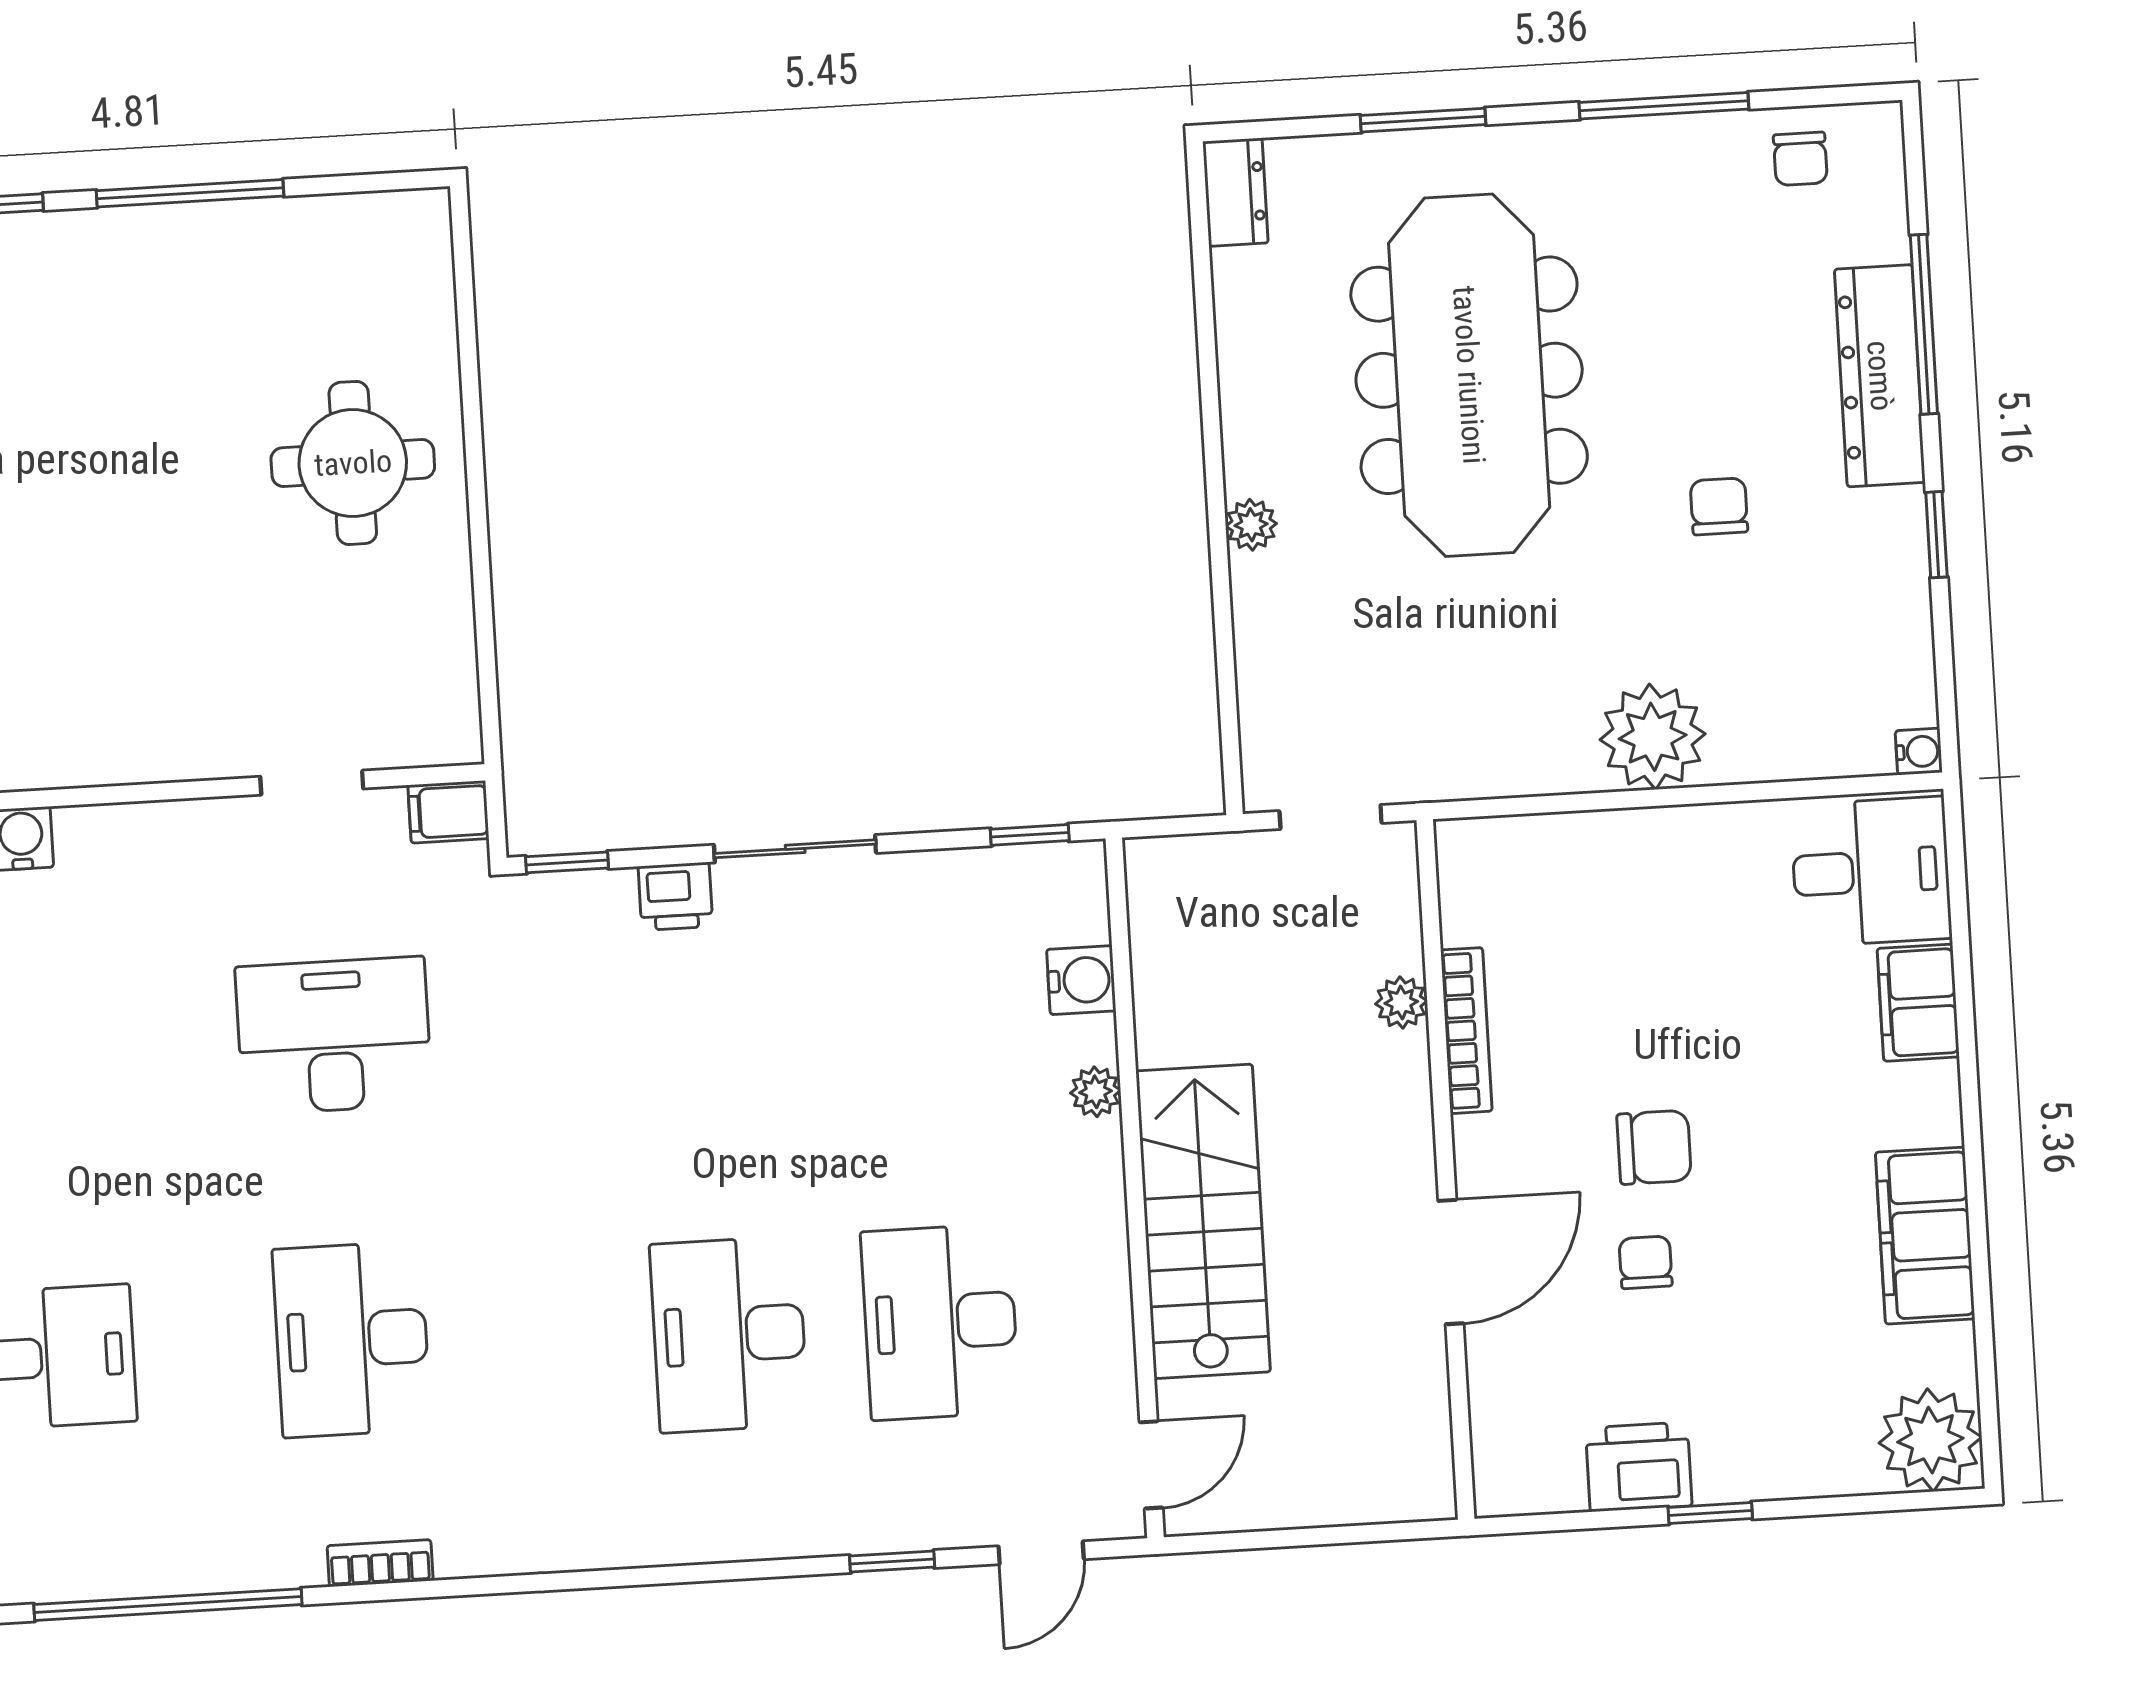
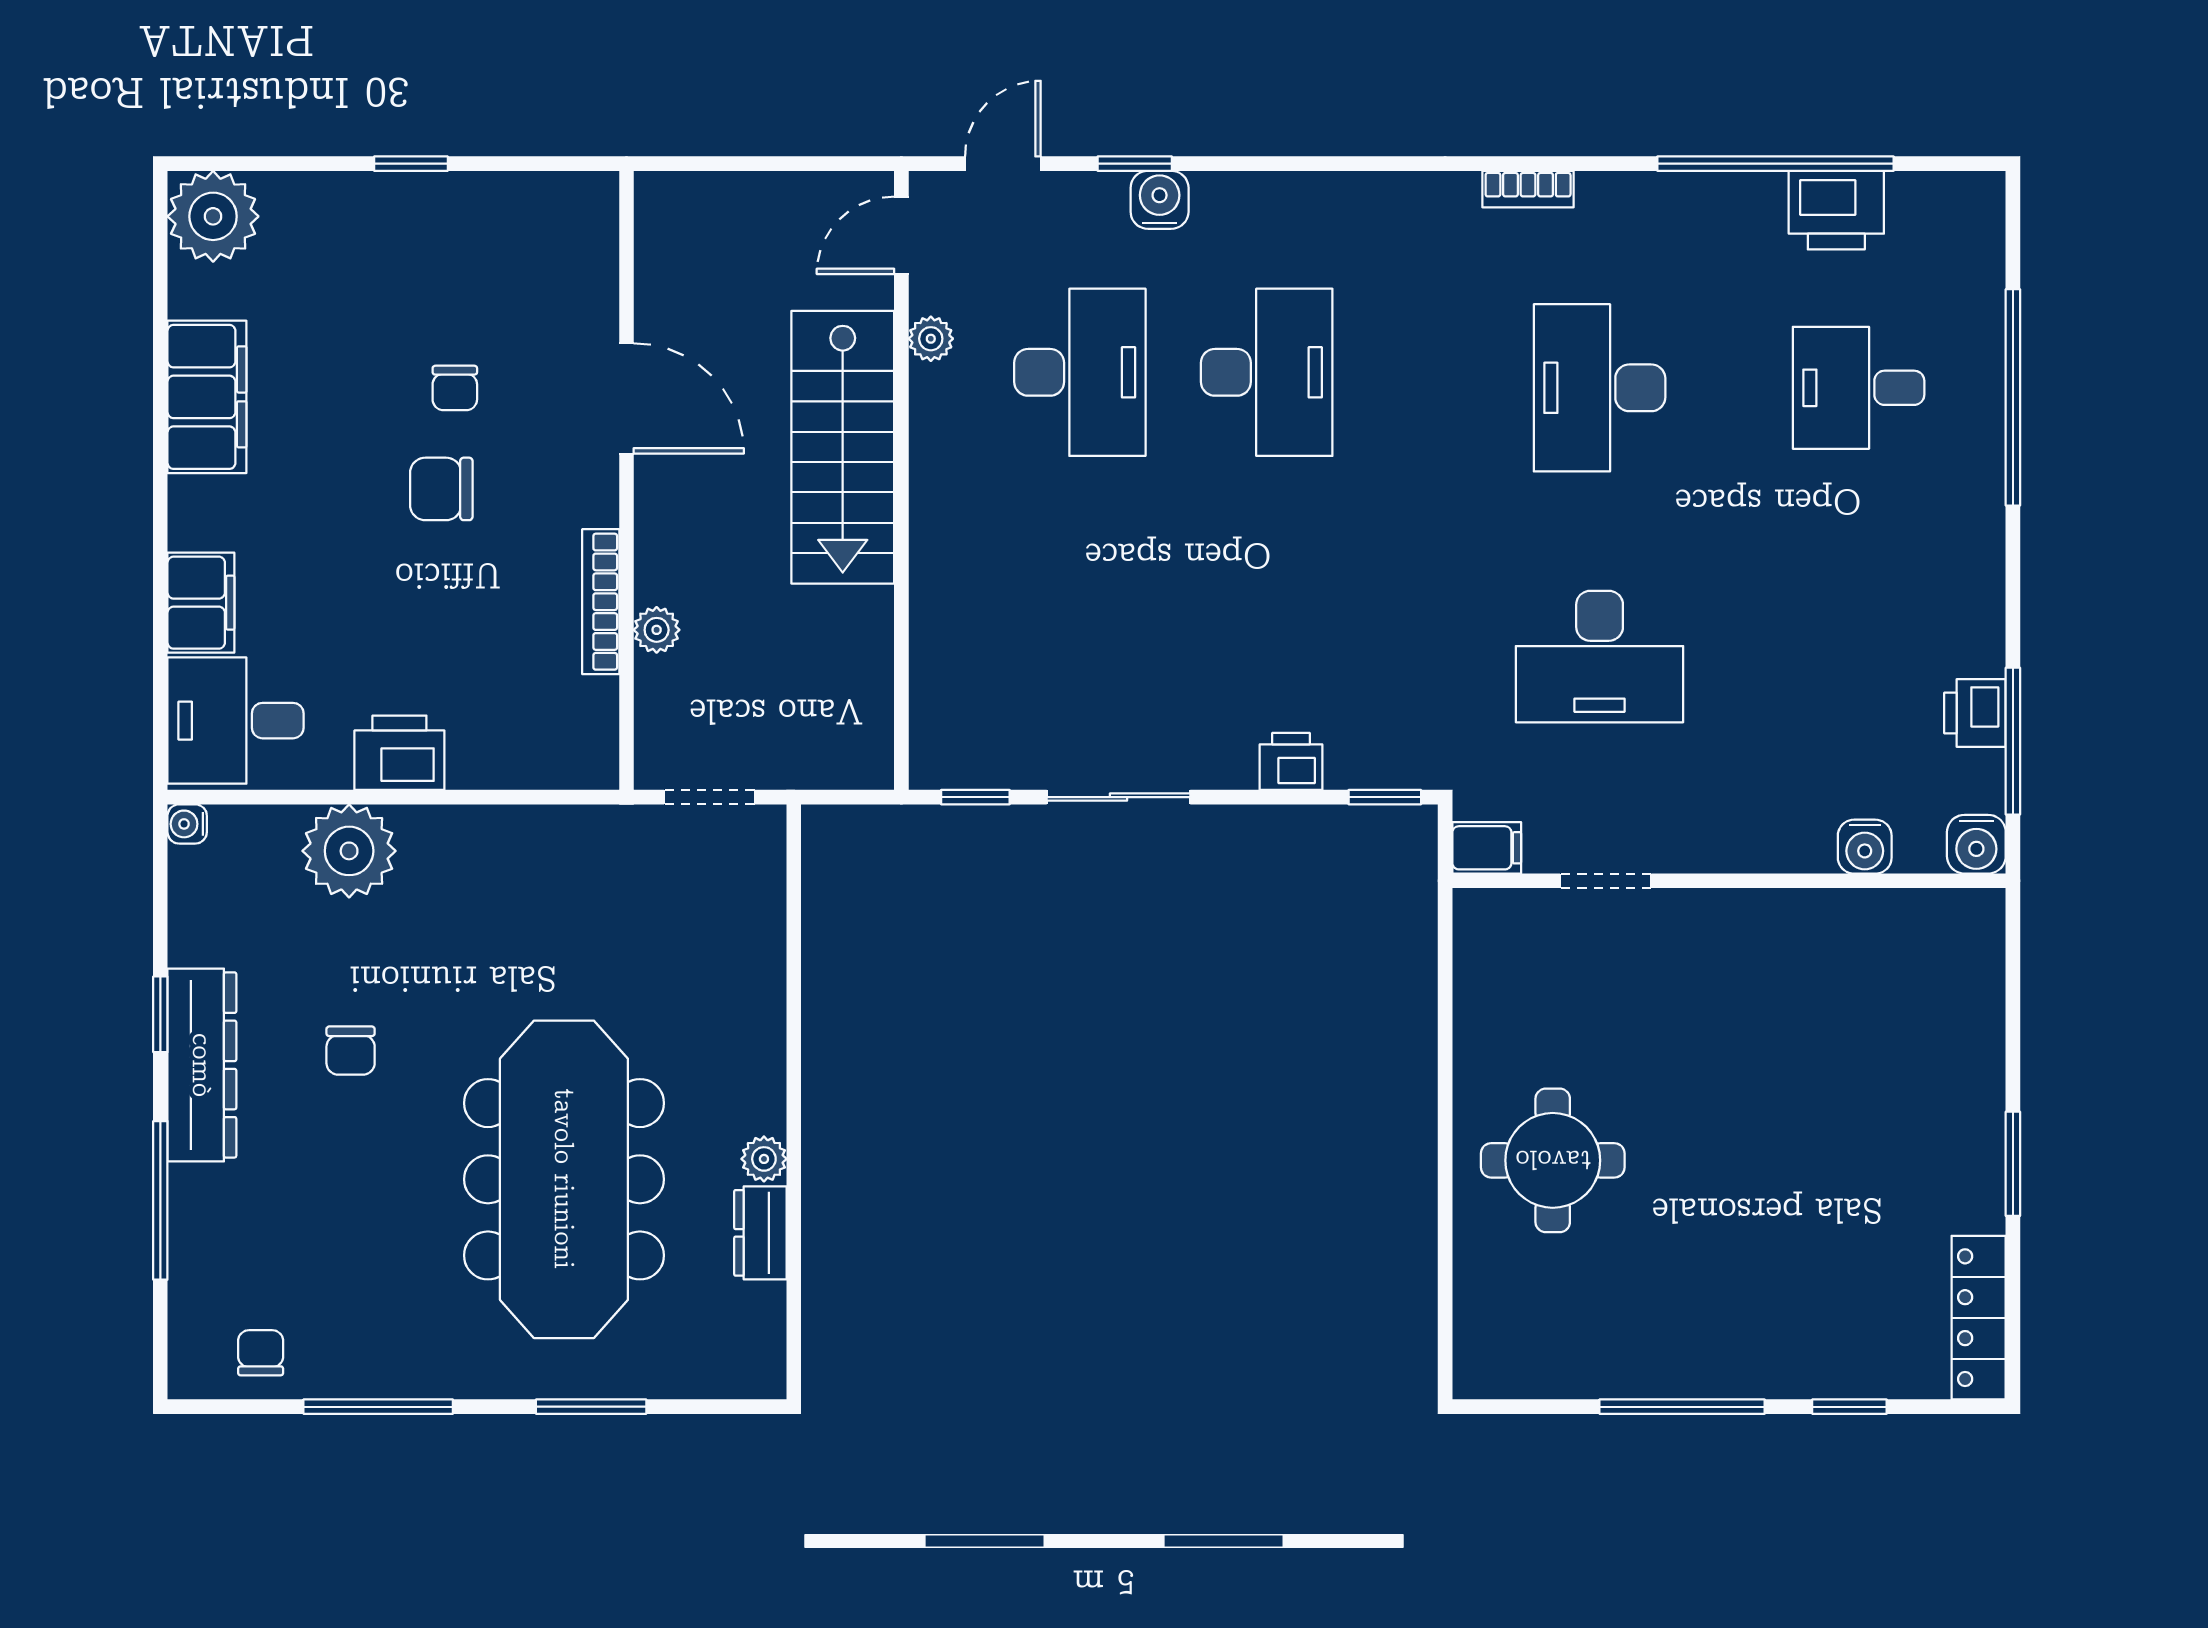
dresser: (1235, 192) -> (760, 1233), moved
dresser: (1880, 376) -> (202, 1065), moved
plant: (1251, 525) -> (764, 1159), moved
plant: (1653, 737) -> (349, 851), moved
sliding door: (795, 849) -> (1118, 797), moved
water cooler: (1081, 980) -> (1160, 200), moved, turned 90
plant: (1096, 1092) -> (931, 339), moved
door: (1451, 1262) -> (626, 398), swing flipped
desk: (352, 1339) -> (1600, 388), turned 180
printer: (1639, 1467) -> (399, 753), moved, turned 180
printer: (96, 1556) -> (1836, 210), added
bookcase: (380, 1563) -> (1528, 189), moved

